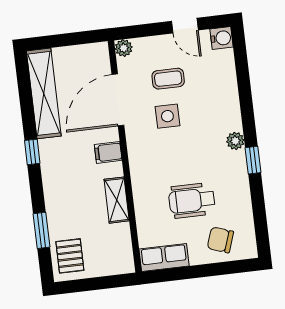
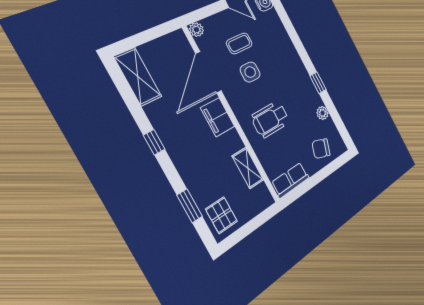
shelving: (44, 93) -> (138, 77), width x0.68
plant: (235, 141) -> (323, 113), moved
filing cabinet: (108, 152) -> (218, 117), width x2.00
shelving: (117, 200) -> (248, 168), moved
wheelchair: (192, 200) -> (270, 119), moved

